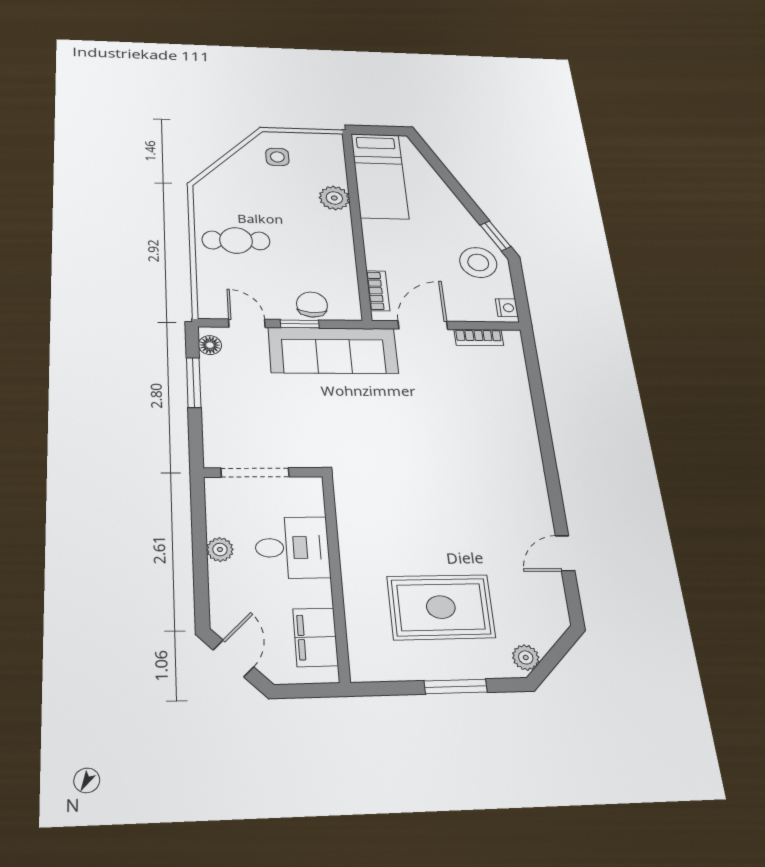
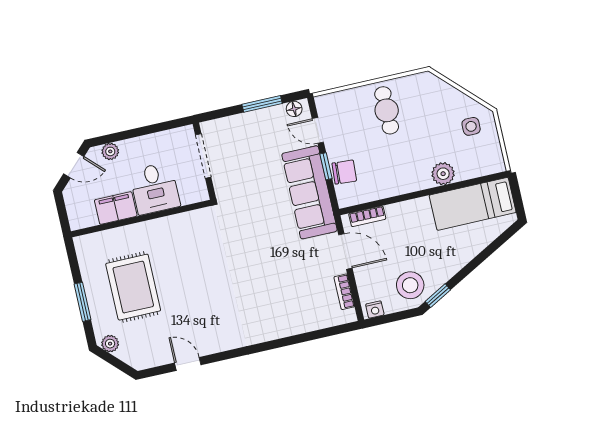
door: (247, 323) -> (318, 130), swing flipped
plant: (220, 550) -> (110, 151), moved
filing cabinet: (316, 637) -> (116, 208), moved

